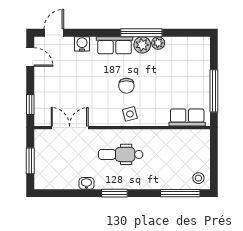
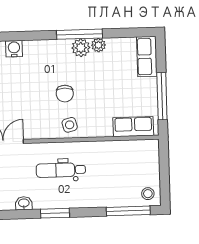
row of seats: (115, 45) -> (147, 57), moved, turned 90

